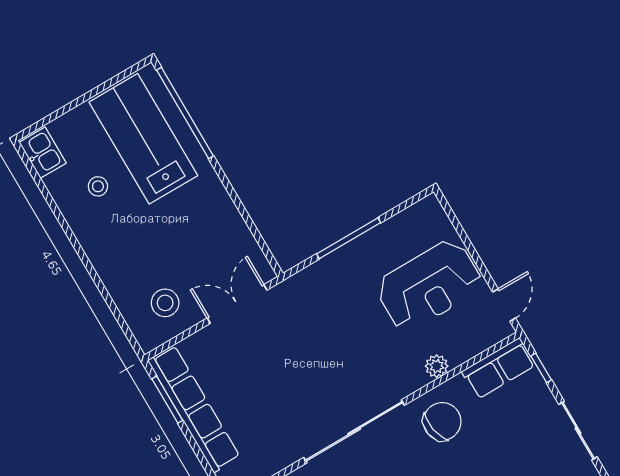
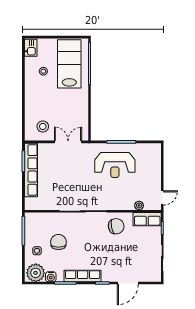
reception desk: (429, 285) -> (115, 165), moved
plant: (437, 366) -> (139, 205), moved

